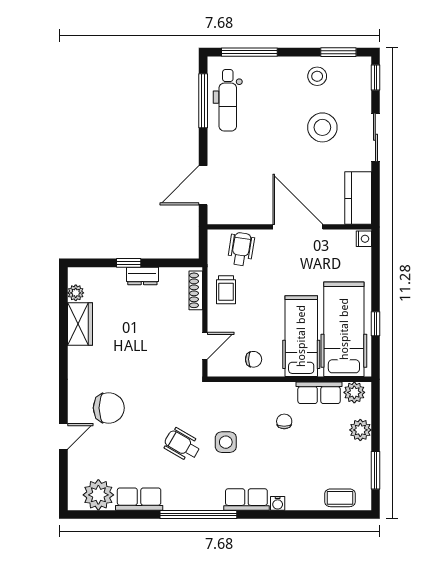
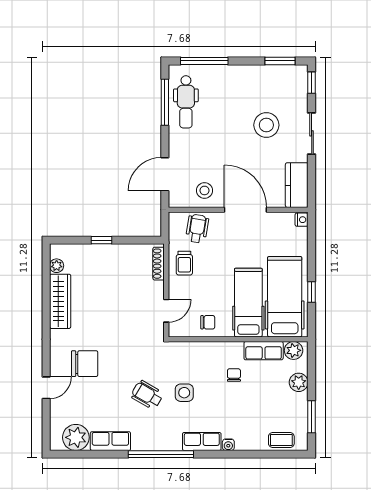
stool: (317, 76) -> (204, 190), moved
dresser: (142, 276) -> (113, 251), removed
wardrobe: (80, 324) -> (60, 301), width x1.50

